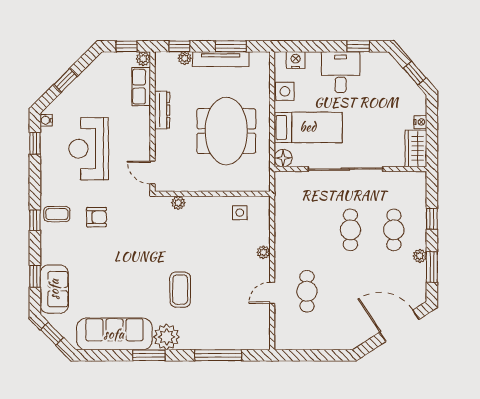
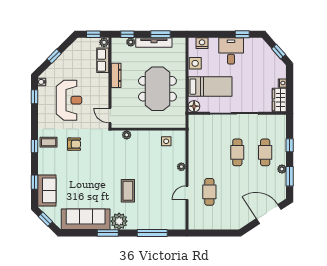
reception desk: (89, 149) -> (69, 100), turned 180

